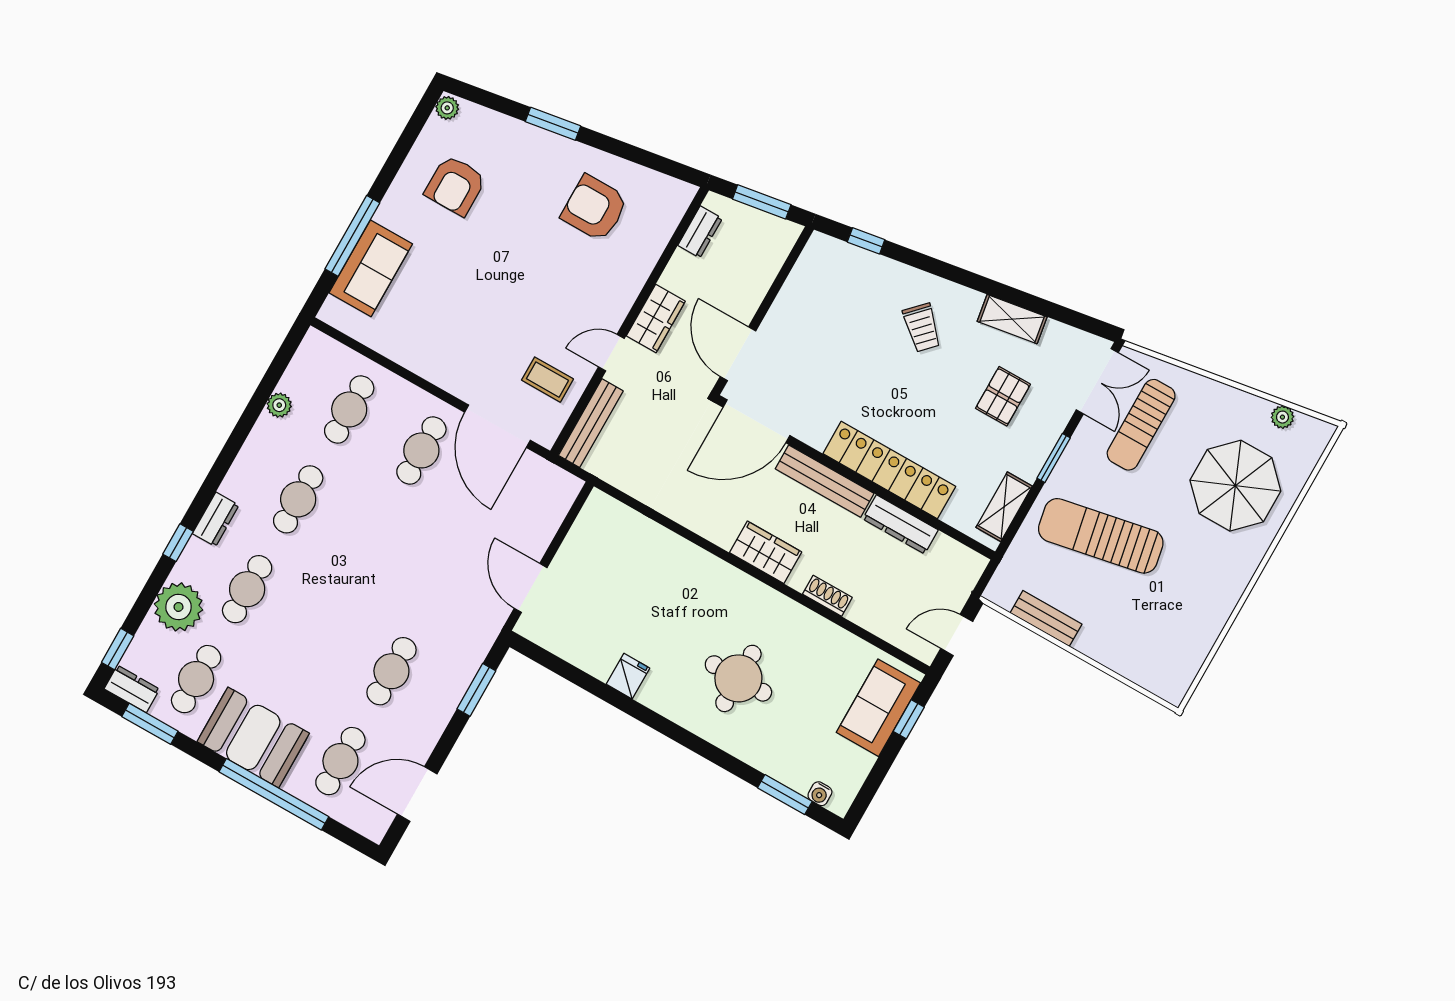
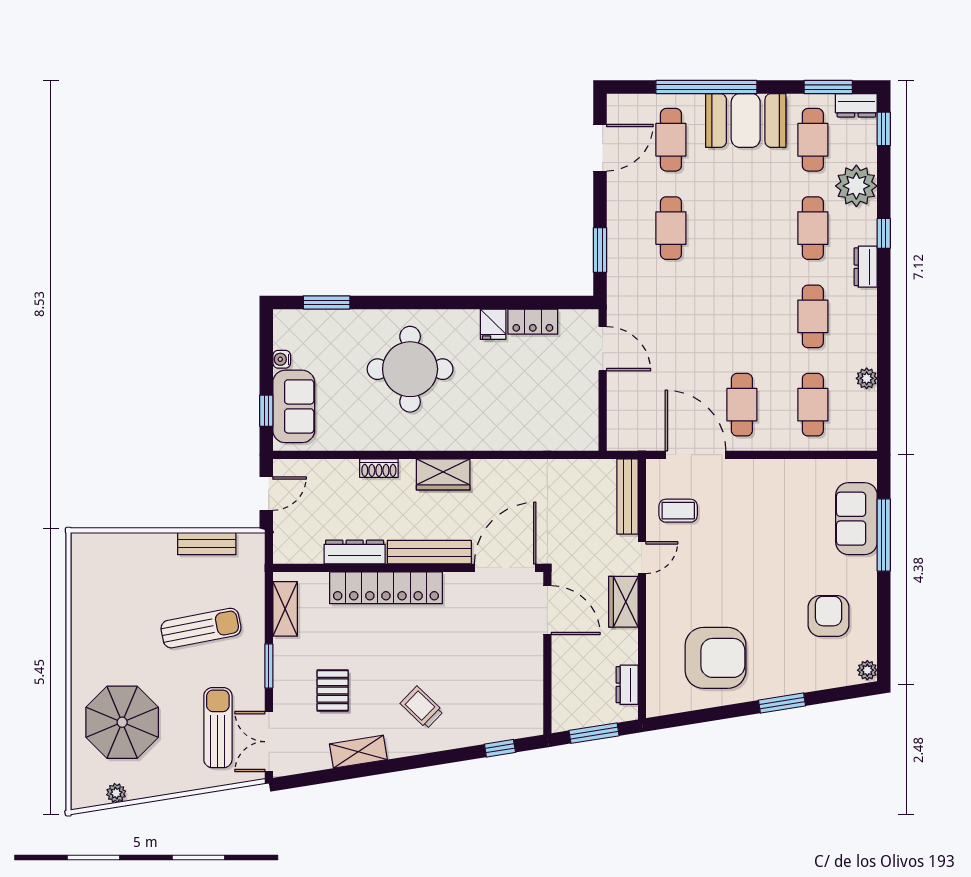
armchair: (595, 208) -> (716, 658), width x1.36, depth x1.36
sun lounger: (1101, 536) -> (201, 628), width x0.73, depth x0.75
locker: (586, 656) -> (533, 322), added
round table: (738, 678) -> (410, 369), width x1.36, depth x1.36
water cooler: (820, 794) -> (282, 359), moved, turned -90

